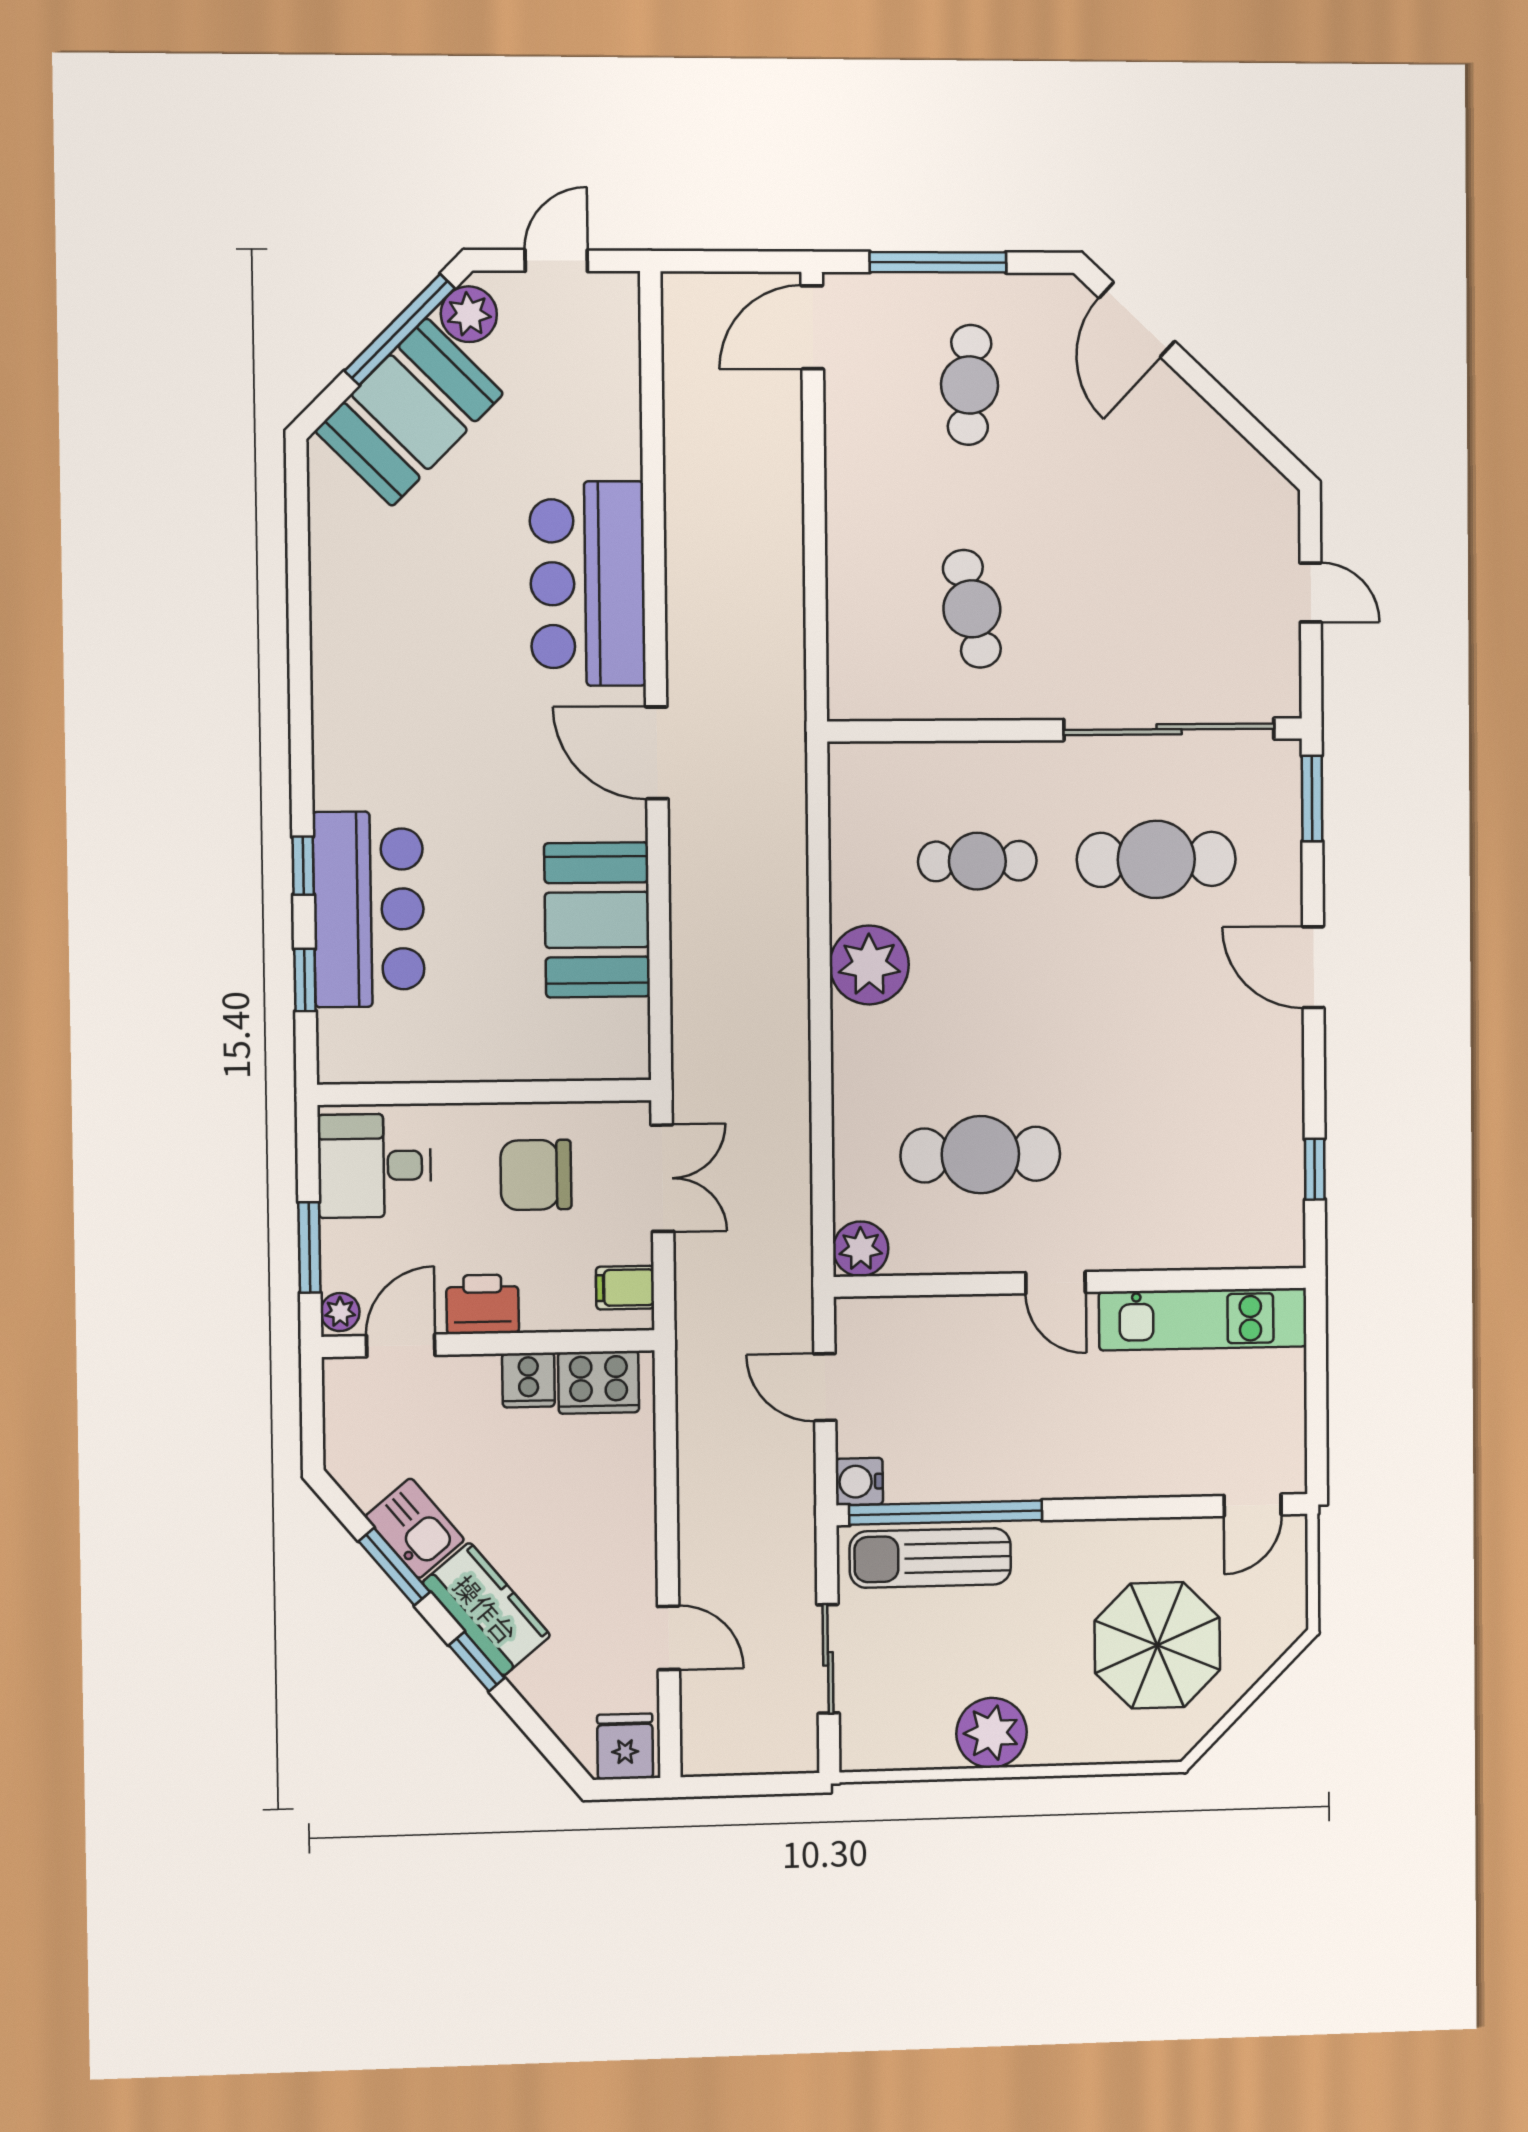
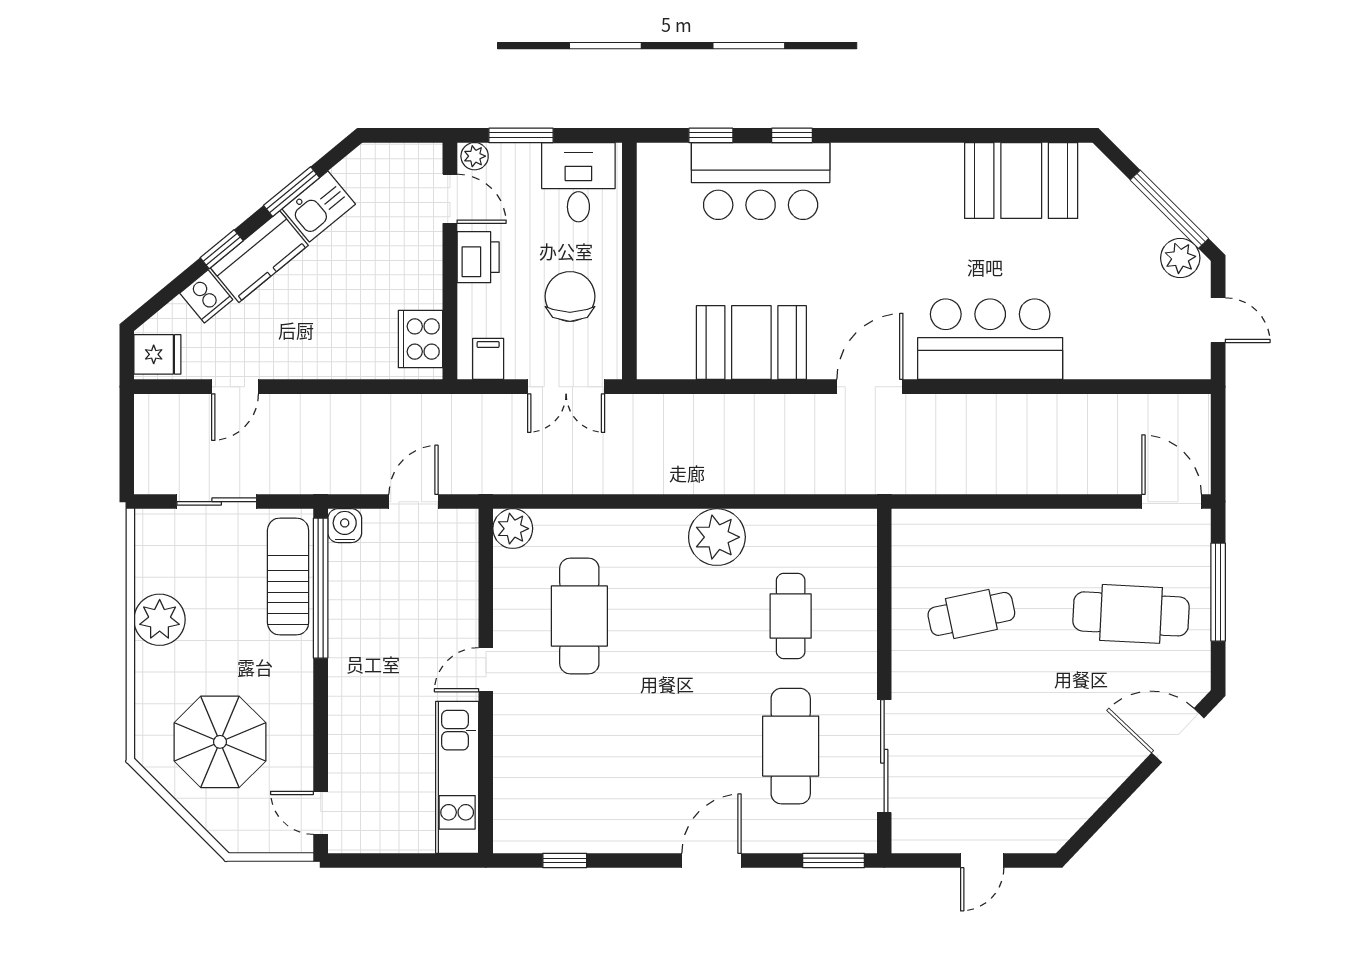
cafe table: (970, 385) -> (1131, 614), width x1.37, depth x1.35
booth: (409, 412) -> (1021, 181), moved, turned -45
sliding door: (1169, 729) -> (884, 756), width x0.73
cooker: (528, 1380) -> (206, 296), moved, turned -130

